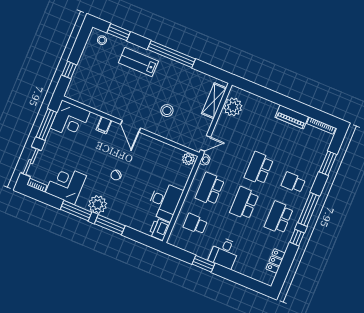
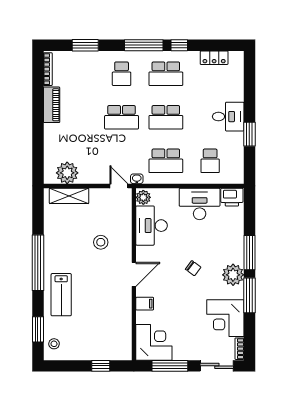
desk: (163, 156) -> (152, 226), added

